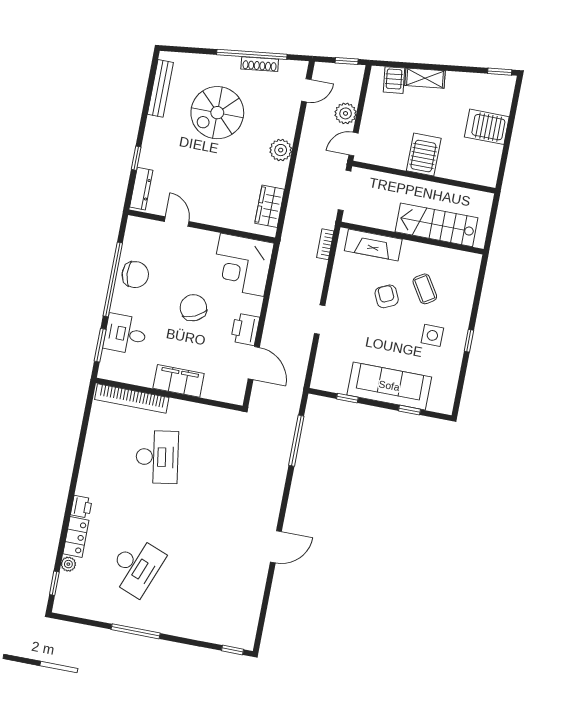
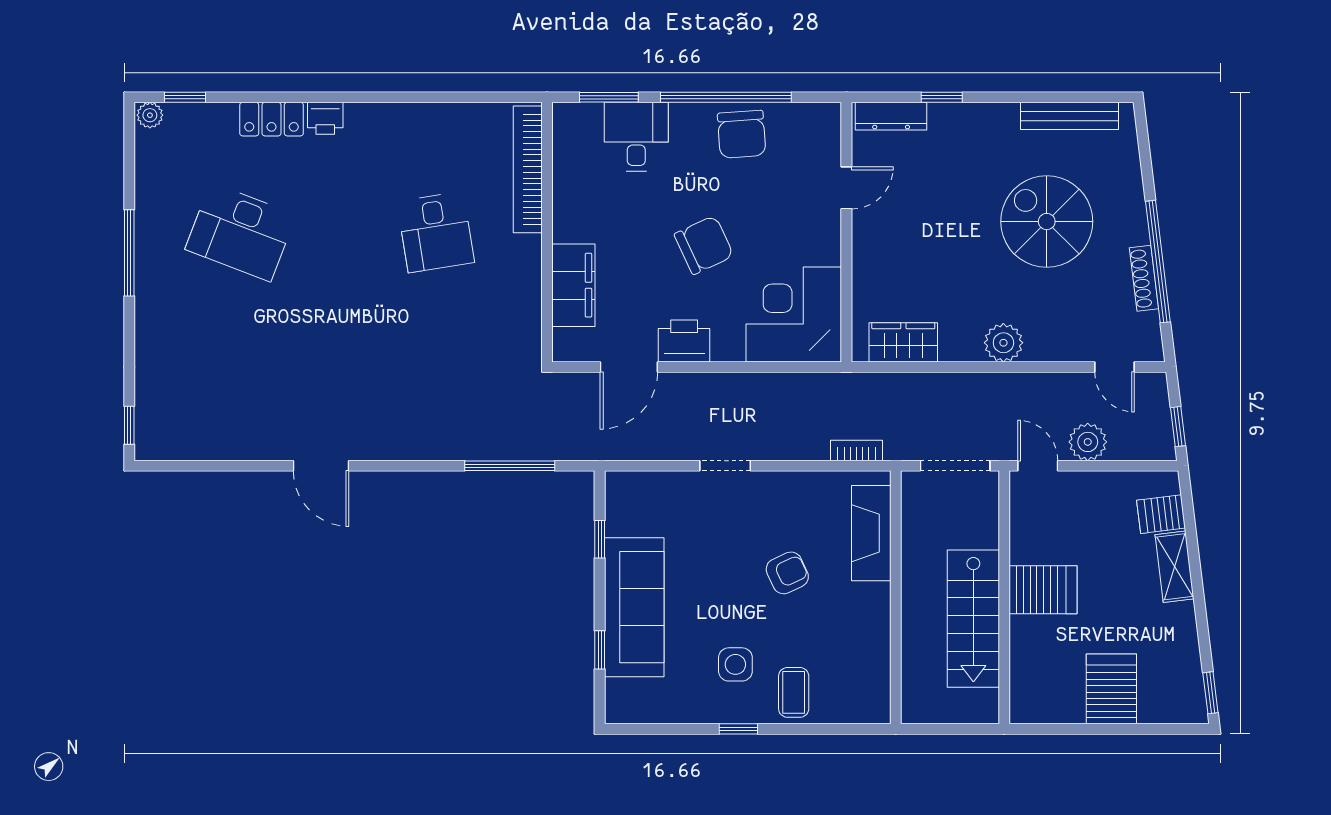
stairs: (437, 225) -> (973, 619), moved, turned 180
coffee table: (425, 289) -> (794, 692), moved, turned -58
filing cabinet: (179, 381) -> (573, 285), moved
desk: (157, 457) -> (436, 232), width x0.73
plant: (68, 564) -> (150, 115), moved

